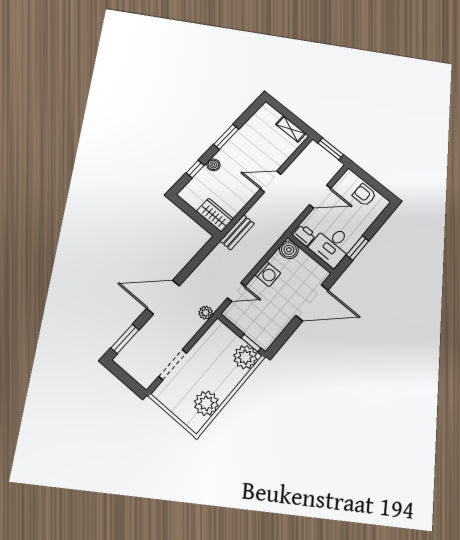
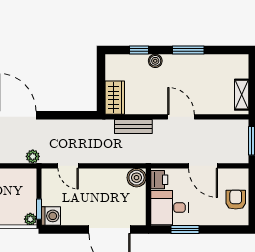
bench: (237, 232) -> (133, 127), moved
washing machine: (268, 274) -> (51, 216), moved, turned -90
plant: (245, 357) -> (30, 219), width x0.53, depth x0.53

